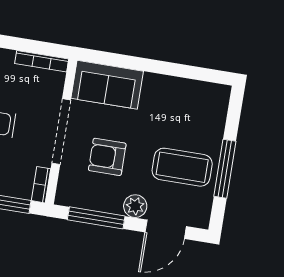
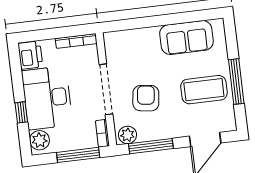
sofa: (107, 85) -> (186, 38), moved
armchair: (107, 157) -> (146, 98), turned 97
plant: (135, 206) -> (127, 135), moved

